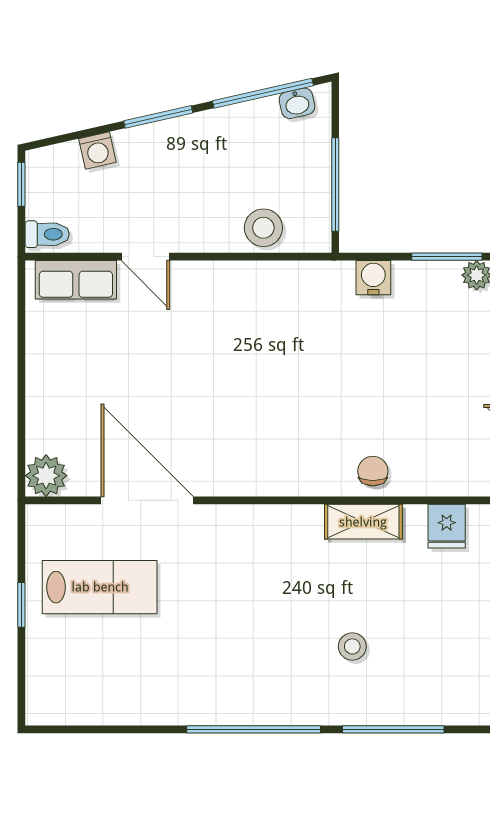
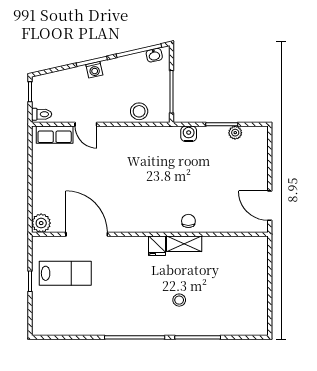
washing machine: (97, 151) -> (94, 70), moved
fridge: (447, 526) -> (157, 246), moved

